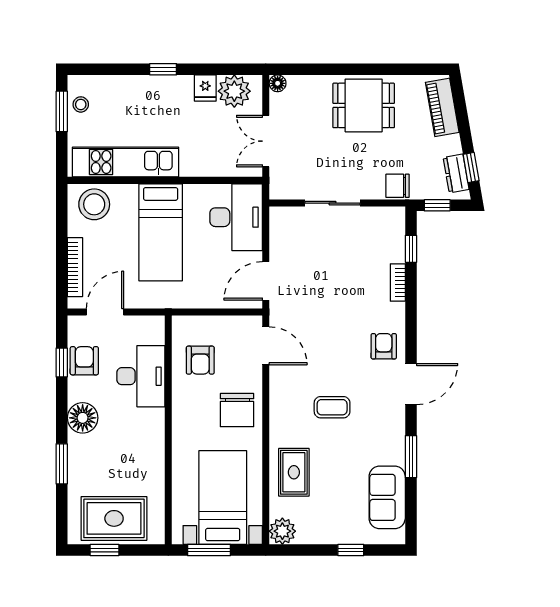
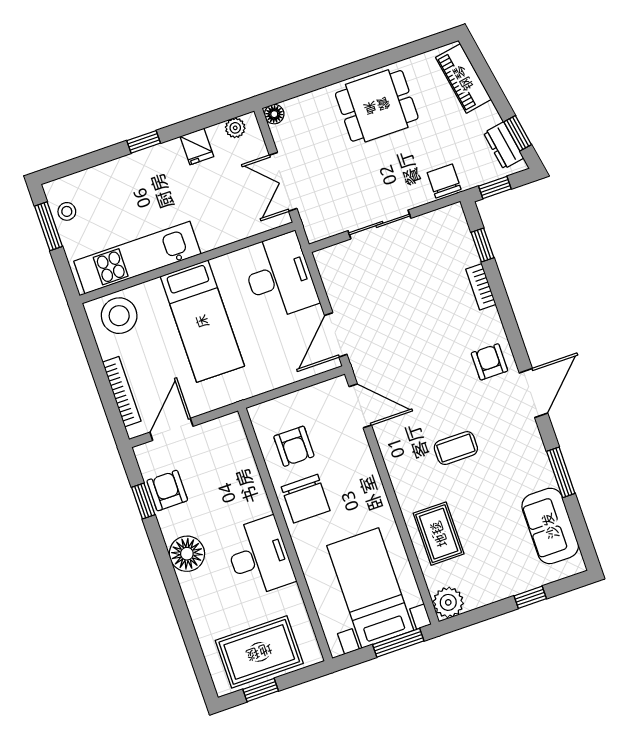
plant: (234, 91) -> (235, 128), width x0.53, depth x0.53
chair: (398, 186) -> (444, 181), turned 90
desk: (141, 376) -> (259, 557), moved
chair: (237, 410) -> (306, 499), moved
window: (62, 464) -> (181, 612), removed
window: (209, 550) -> (398, 643), moved

